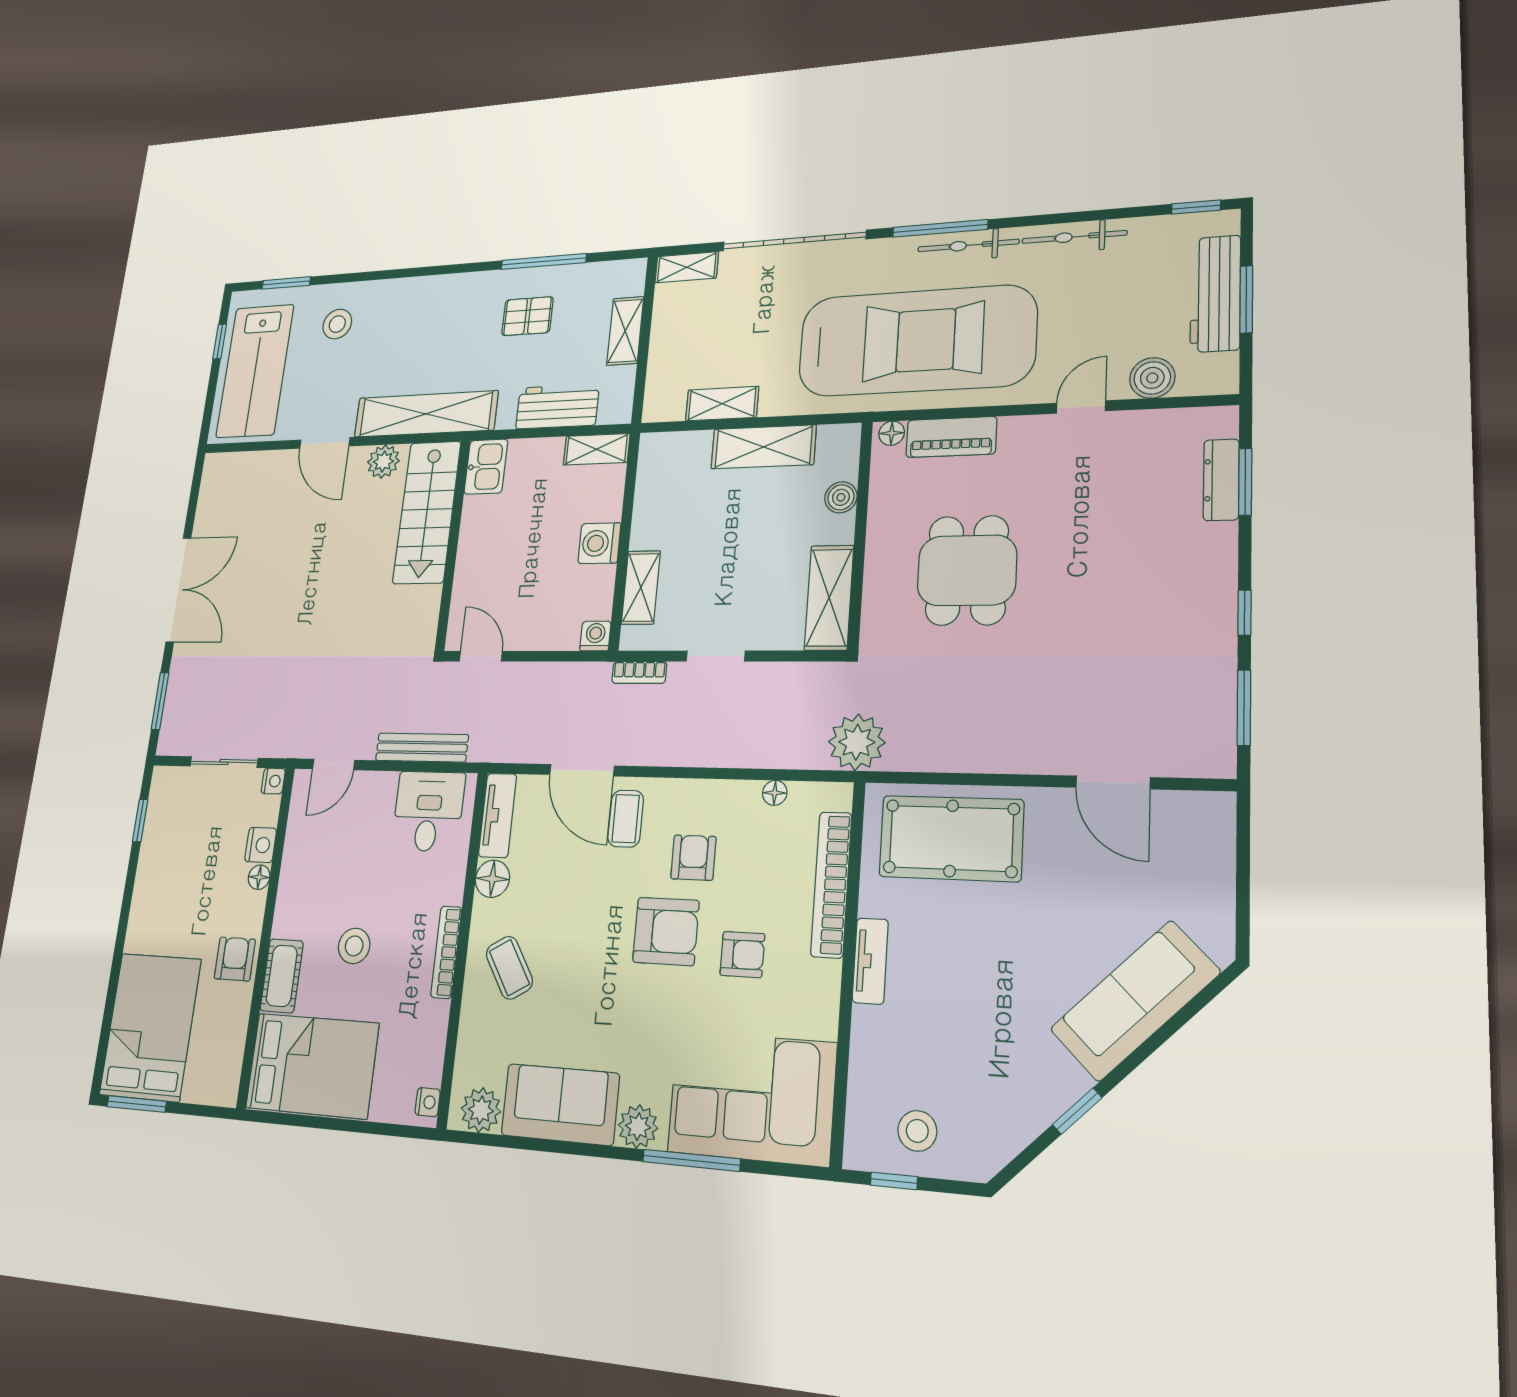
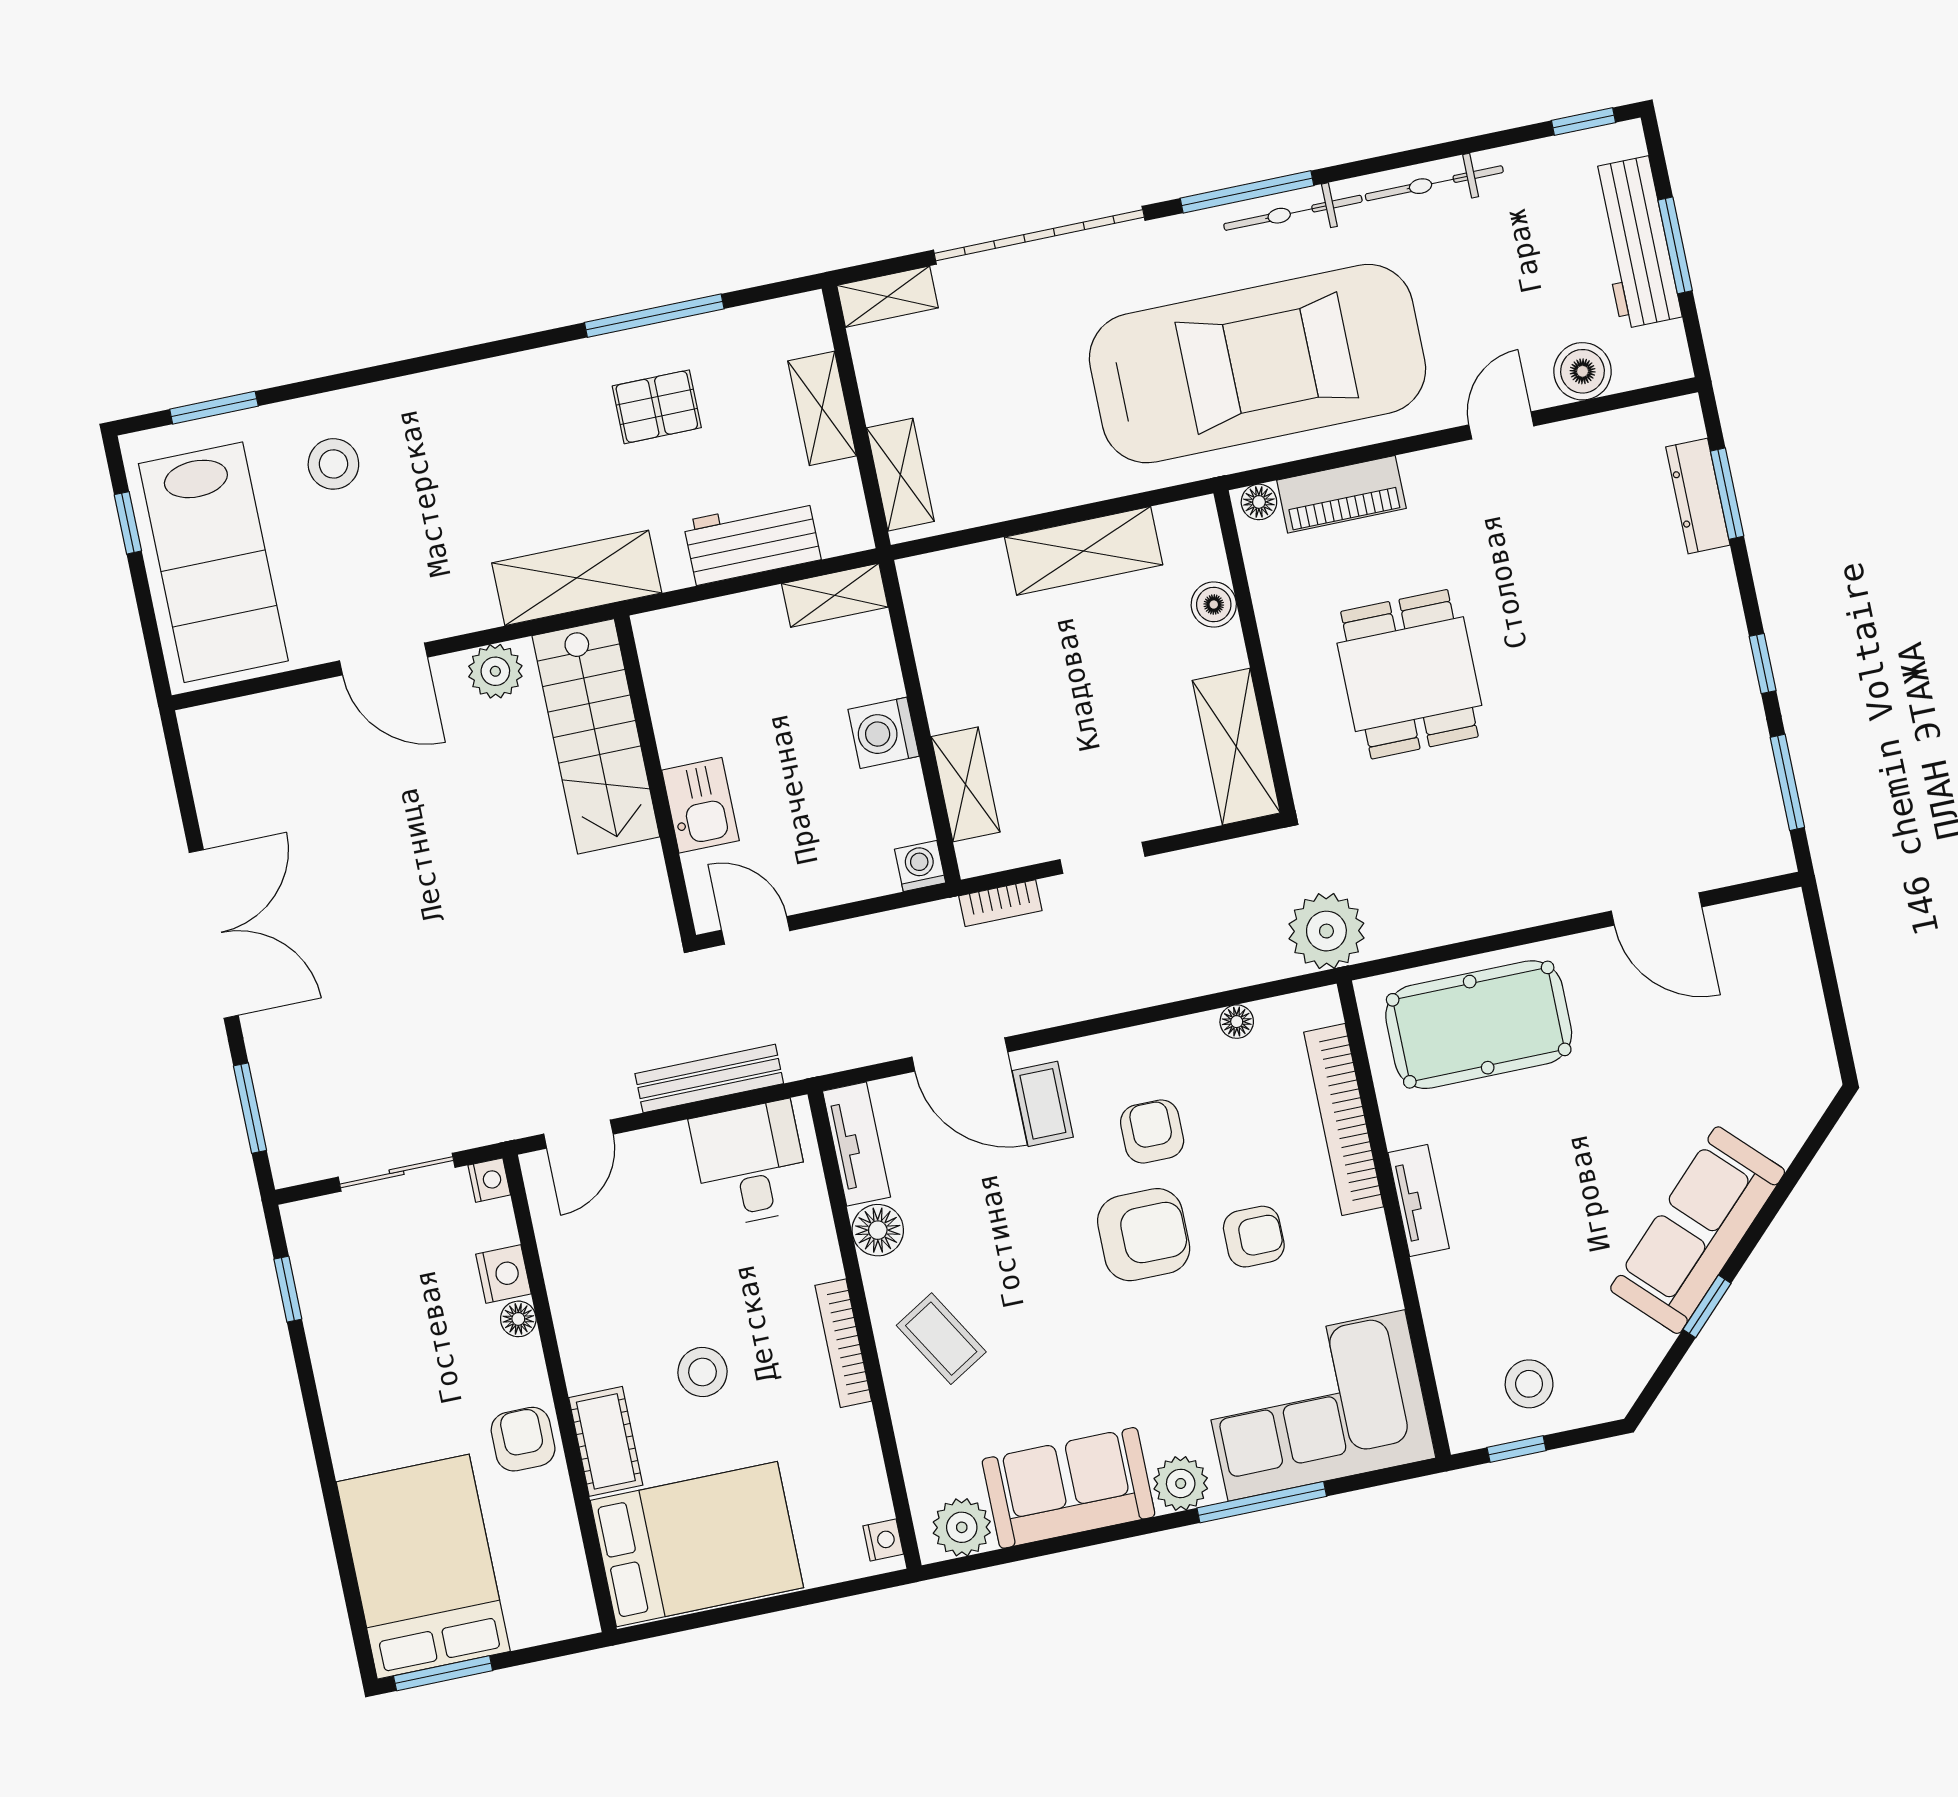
shelving: (722, 404) -> (900, 475), moved, turned 90
shelving: (426, 414) -> (577, 578), width x0.68
kitchen sink: (486, 467) -> (700, 805), moved
sofa: (1135, 1001) -> (1698, 1230), moved

